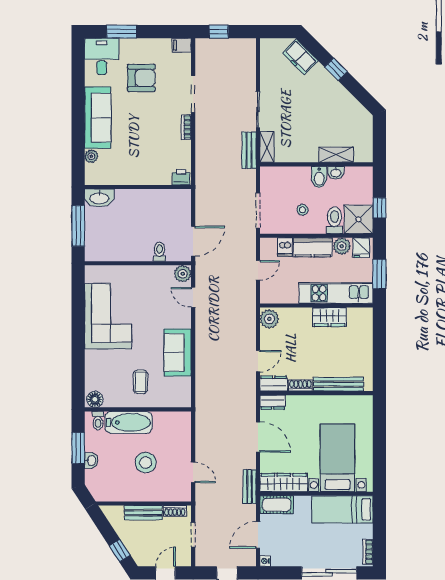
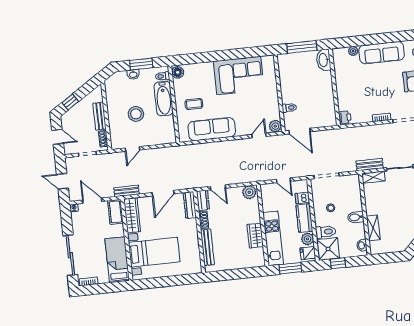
washbasin: (336, 173) -> (362, 245), moved
sofa: (178, 353) -> (212, 129), width x1.36
dresser: (273, 402) -> (190, 205), width x1.44

